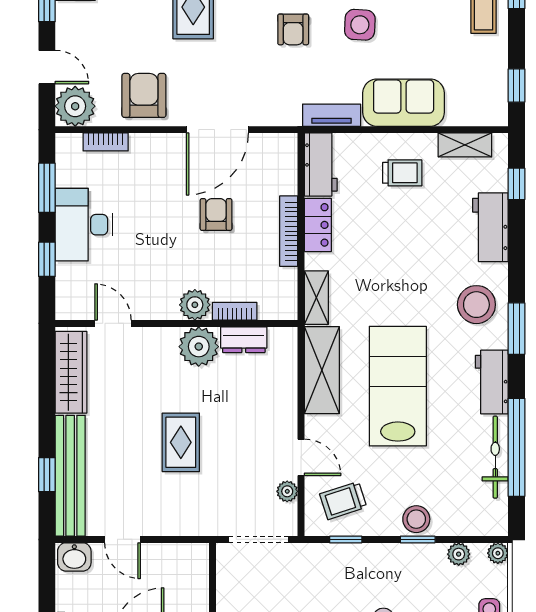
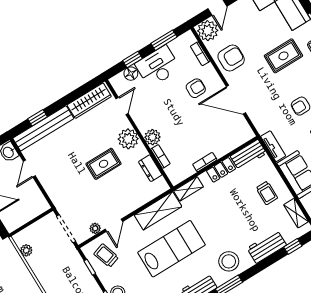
armchair: (216, 214) -> (196, 88), moved
bookcase: (289, 231) -> (205, 162), width x0.64
floor lamp: (68, 276) -> (131, 74), added
plant: (199, 347) -> (128, 139), moved
rug: (181, 442) -> (104, 164), moved

